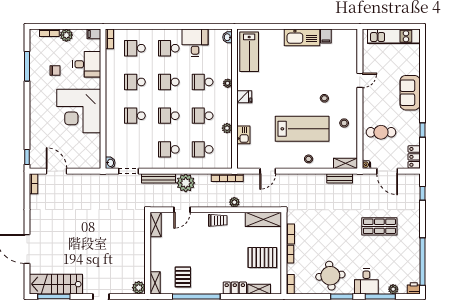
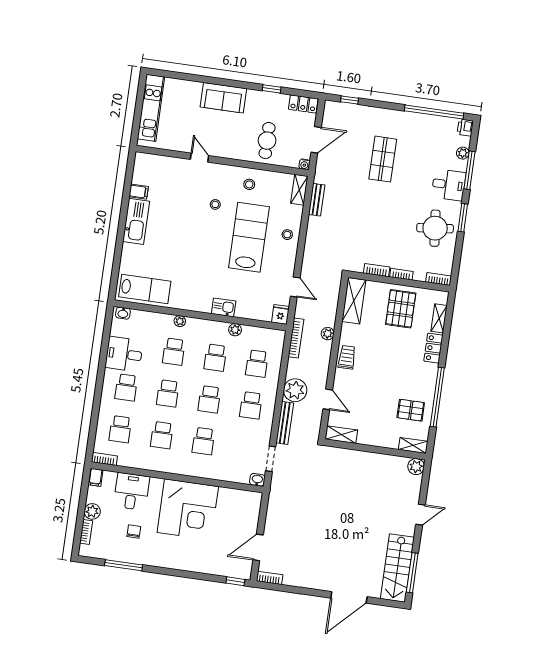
fridge: (244, 97) -> (280, 314), moved
kitchen sink: (243, 135) -> (224, 307), moved

